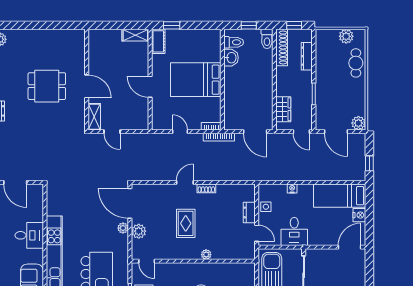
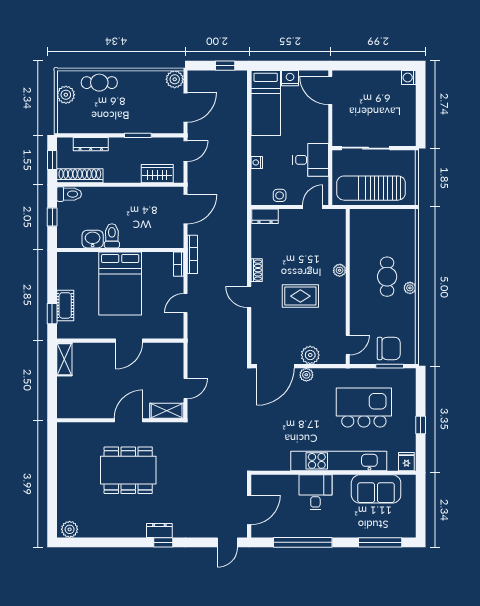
cot: (158, 41) -> (65, 305), moved, turned 90
toilet: (234, 42) -> (112, 236), moved
dining table: (47, 86) -> (128, 470), width x1.38
dresser: (249, 212) -> (265, 216), moved

